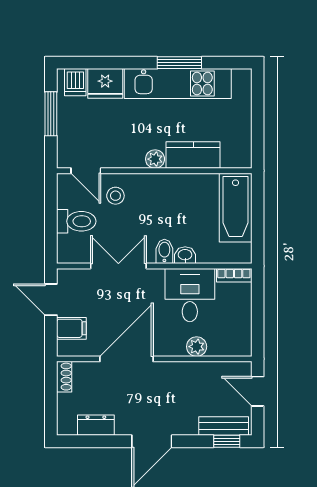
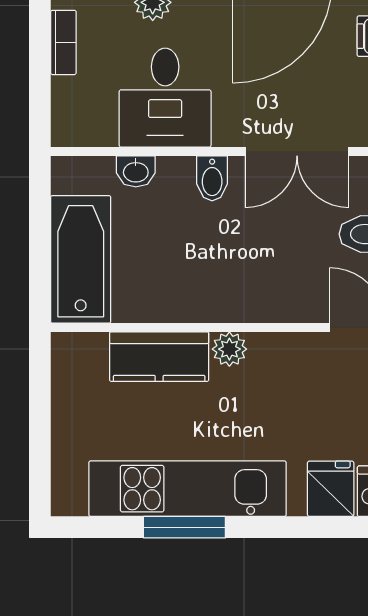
fridge: (105, 83) -> (331, 489), width x0.72
stool: (115, 196) -> (303, 281), removed
washbasin: (185, 255) -> (136, 171), moved
bookcase: (234, 275) -> (63, 42), moved, turned 90

